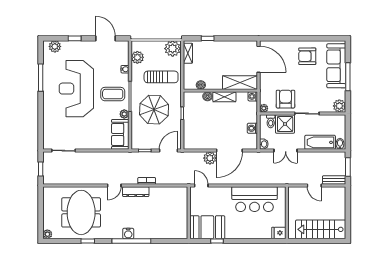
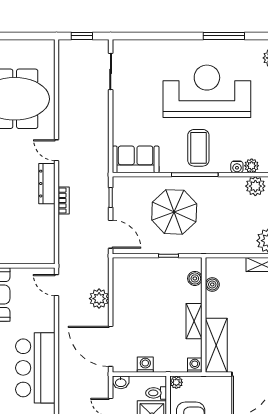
sun lounger: (161, 77) -> (225, 223), removed
boiler: (208, 96) -> (195, 278), moved
plant: (124, 114) -> (252, 166), moved
door: (229, 151) -> (111, 346), moved
door: (201, 185) -> (57, 285), swing flipped

